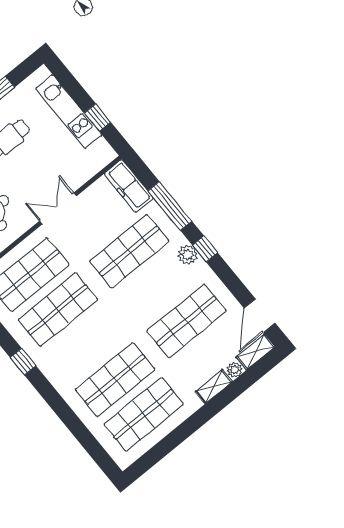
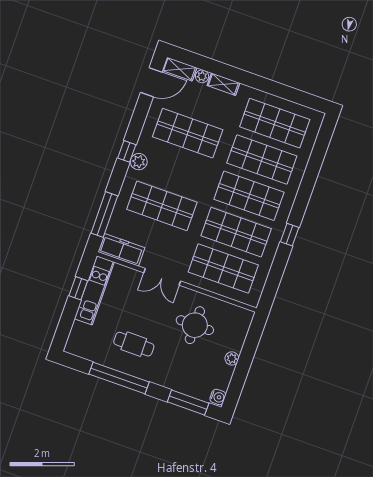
kitchen unit: (69, 112) -> (94, 290), moved
freezer: (129, 186) -> (121, 250), moved, turned -90
window: (170, 206) -> (104, 215), moved
shop shelf: (87, 344) -> (249, 196), added

